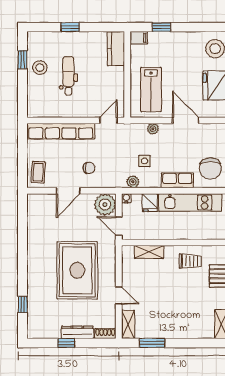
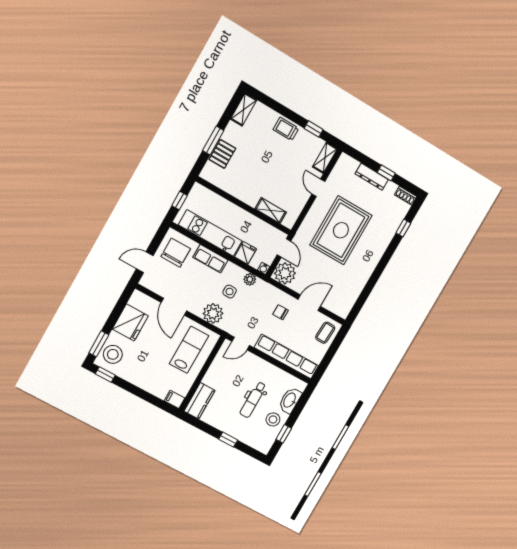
window: (161, 27) -> (105, 374), moved
washbasin: (35, 93) -> (290, 400), added
plant: (153, 129) -> (213, 313), width x1.87, depth x1.87
trolley: (190, 261) -> (286, 129), moved
shoe rack: (105, 334) -> (406, 196), moved
window: (152, 343) -> (314, 129), width x0.67

